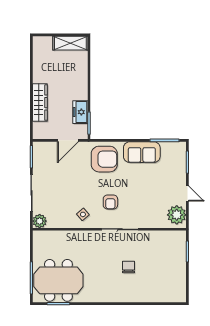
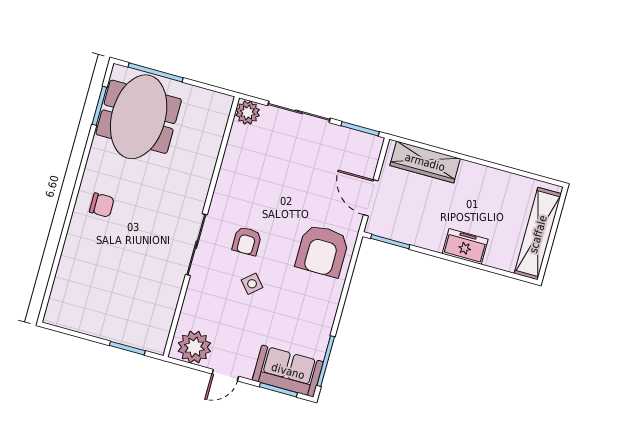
shelving: (70, 43) -> (538, 234), width x1.47
wardrobe: (40, 103) -> (425, 162), moved
freezer: (80, 112) -> (465, 246), moved
sofa: (142, 152) -> (288, 371), moved, turned 90
armchair: (110, 202) -> (247, 241), turned -90
side table: (83, 214) -> (252, 284), moved
chair: (129, 267) -> (102, 205), moved

